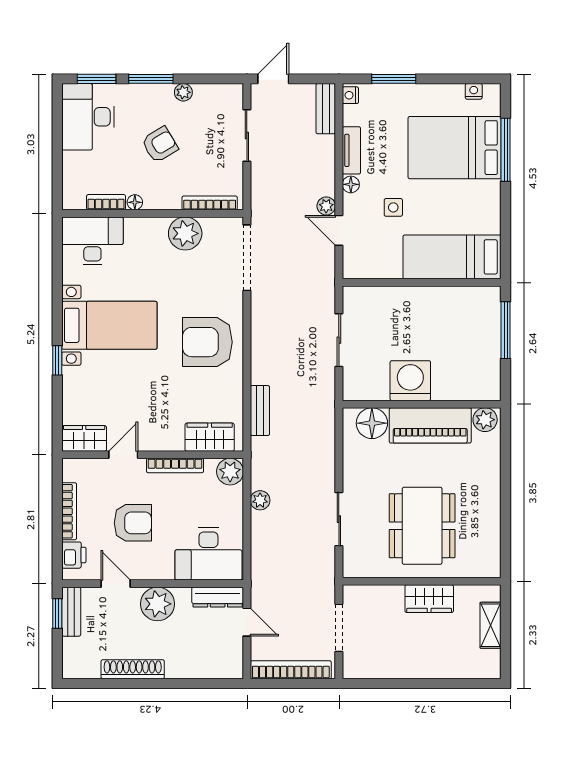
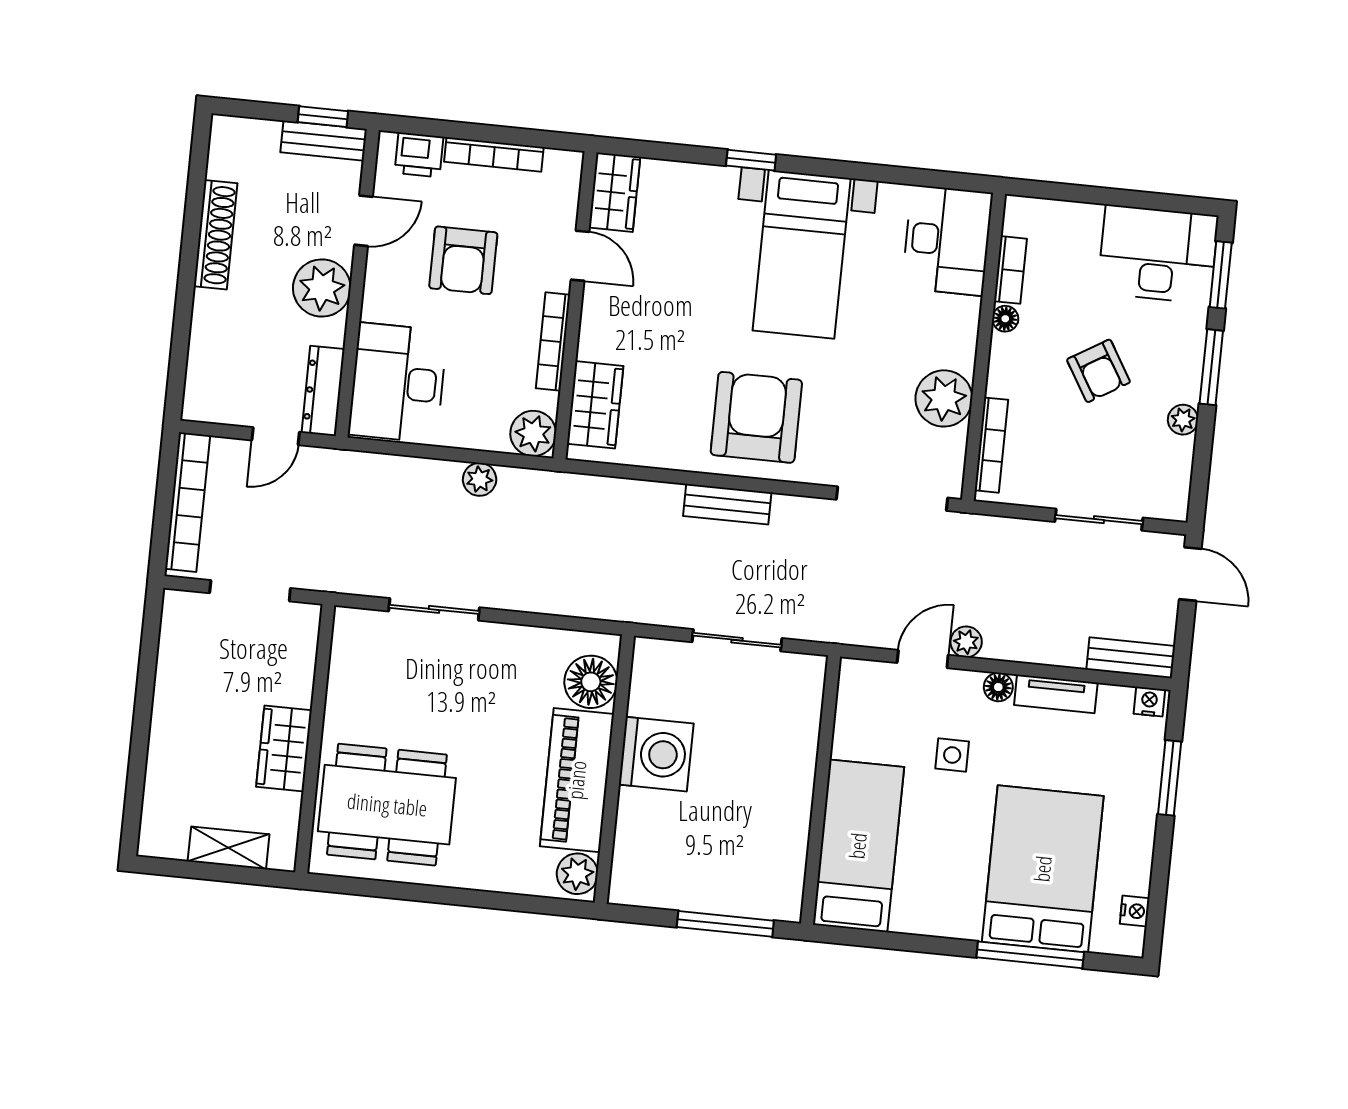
bench: (260, 411) -> (727, 504), moved
dining table: (422, 526) -> (387, 805), moved

